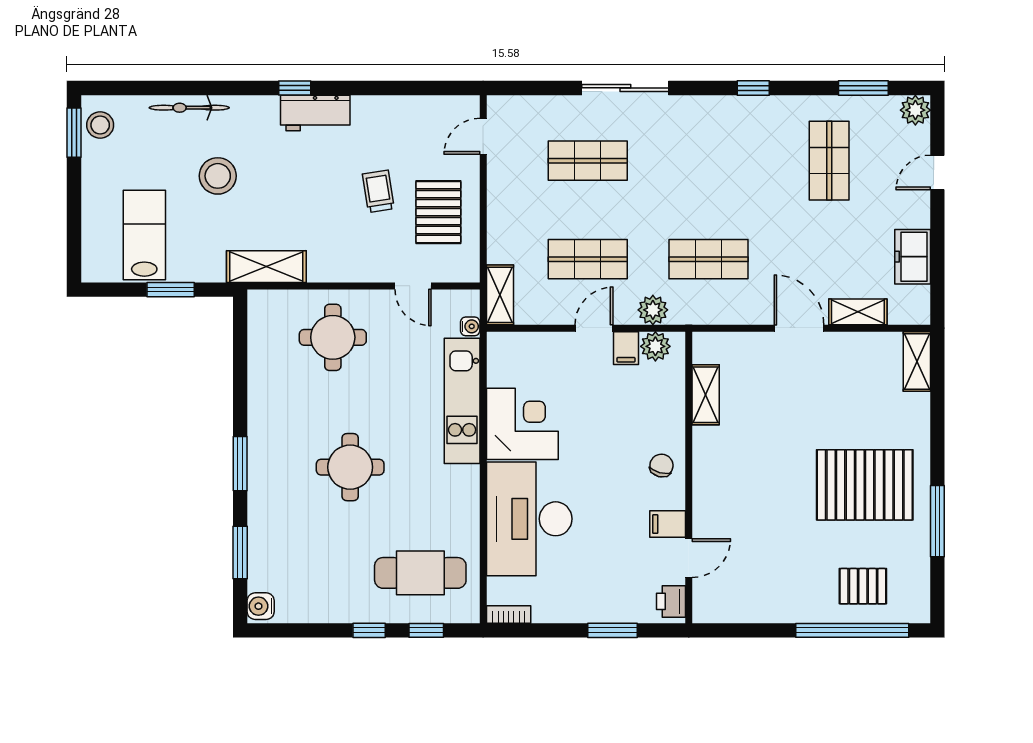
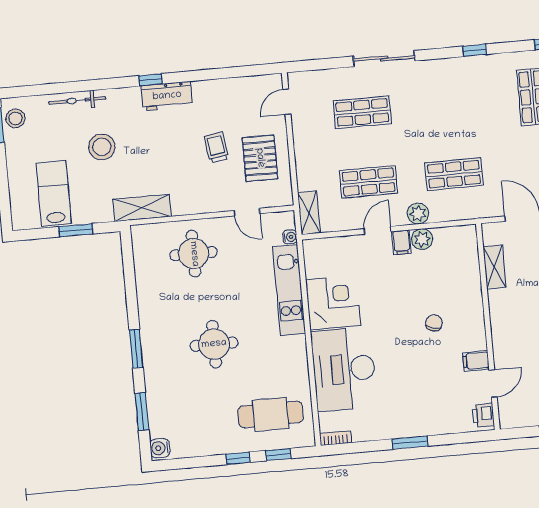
shelving: (706, 395) -> (494, 267), moved
wall: (689, 477) -> (488, 327), moved
filing cabinet: (668, 524) -> (476, 361), moved
door: (689, 558) -> (493, 384), moved
printer: (671, 601) -> (483, 415), moved

